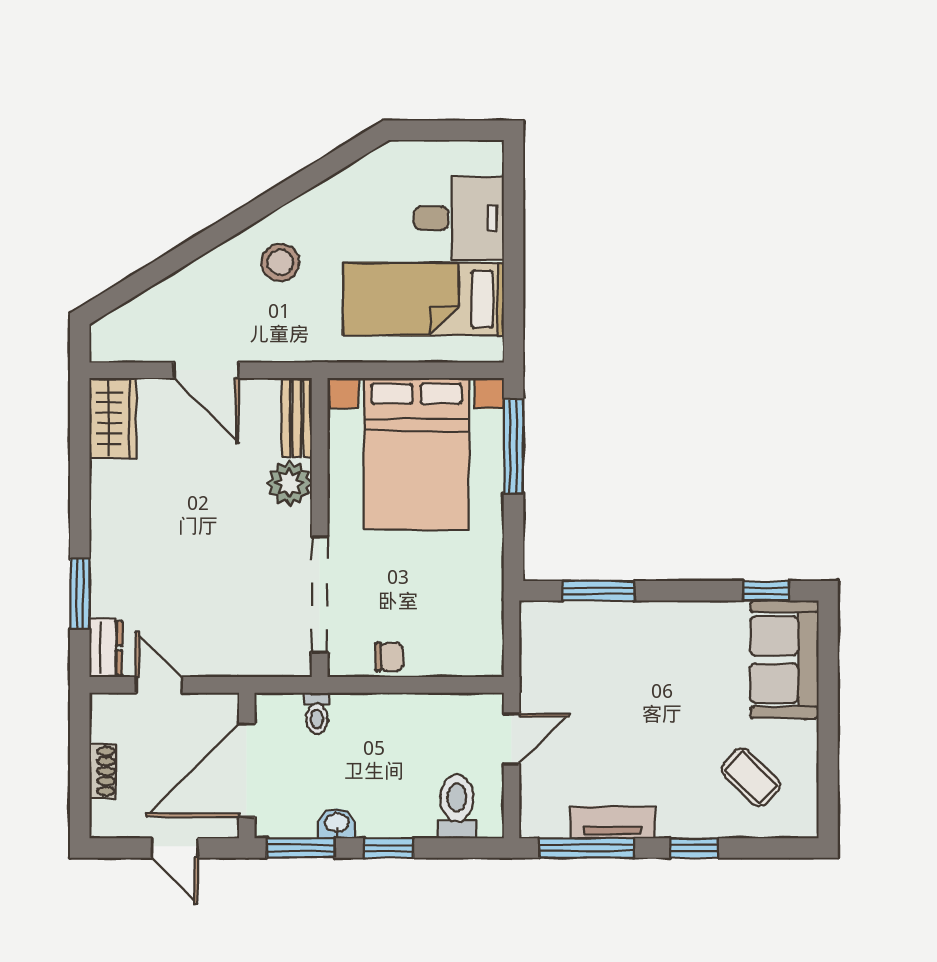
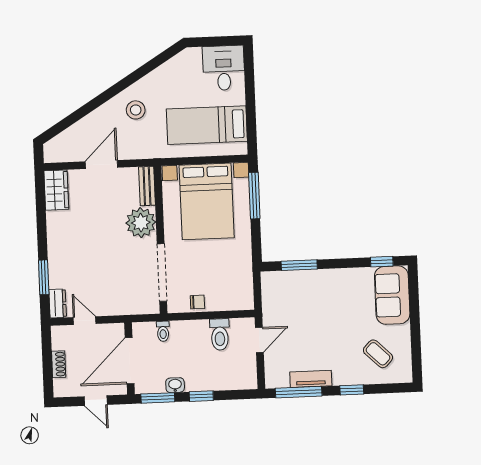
desk: (459, 218) -> (224, 68), moved, turned -90
door: (206, 370) -> (101, 165), swing flipped
plant: (289, 483) -> (141, 223), width x1.36, depth x1.36
toilet: (457, 806) -> (220, 334), moved, turned 180

